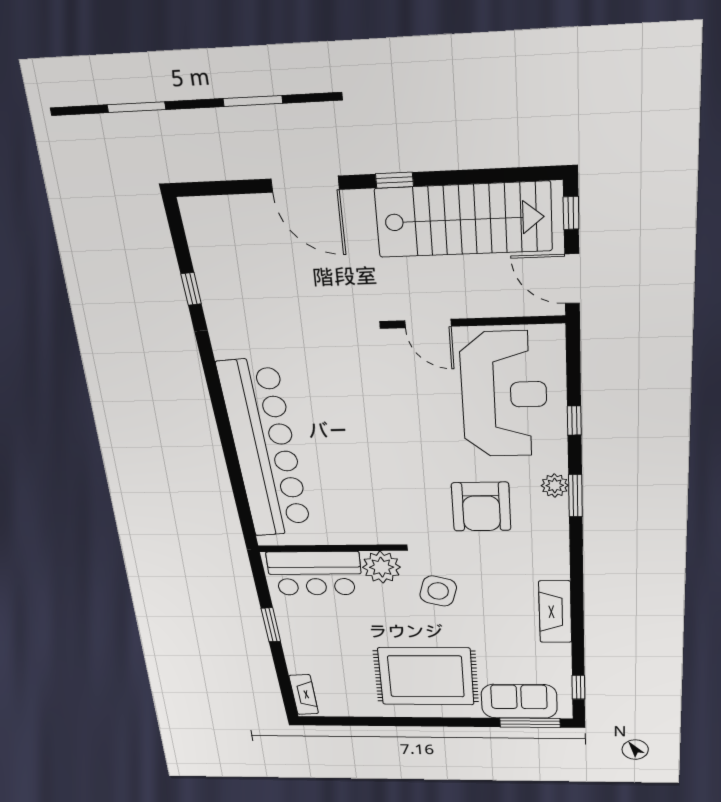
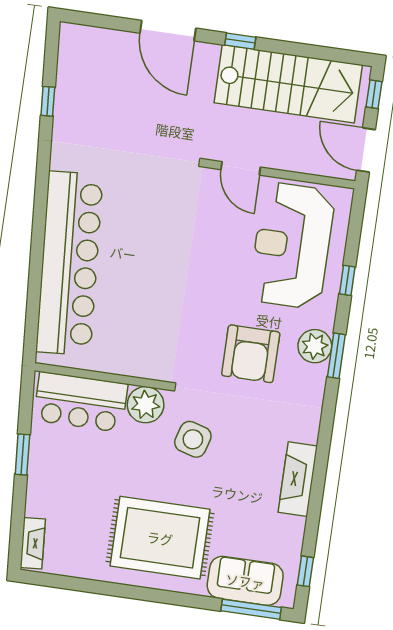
reception desk: (504, 395) -> (292, 246), turned 180
plant: (555, 485) -> (315, 346), width x1.36, depth x1.36

